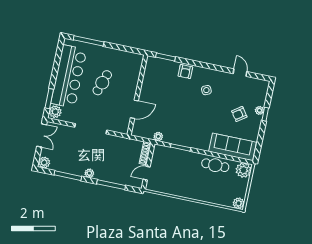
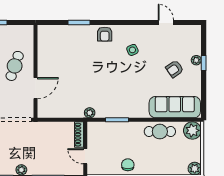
wall: (137, 95) -> (36, 71), moved
door: (134, 109) -> (36, 88), moved
door: (147, 173) -> (85, 156), hinge flipped
chair: (182, 188) -> (128, 165), added

